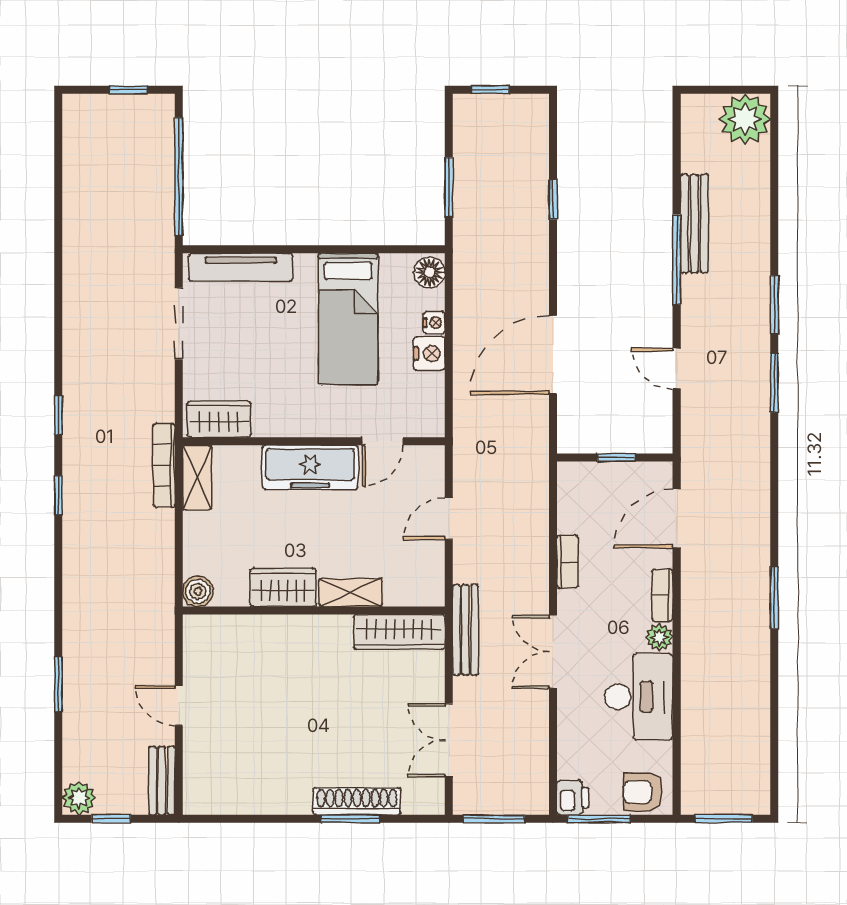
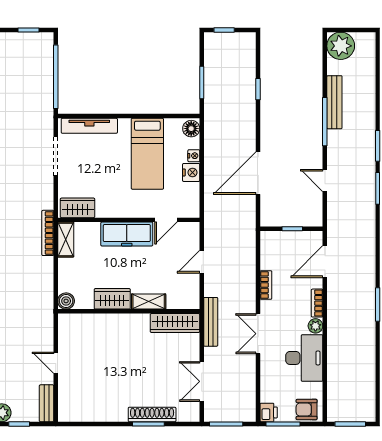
plant: (745, 119) -> (341, 46), moved

